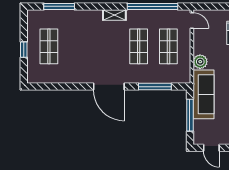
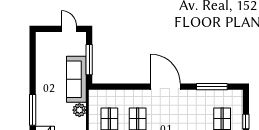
window: (155, 87) -> (212, 87), moved

